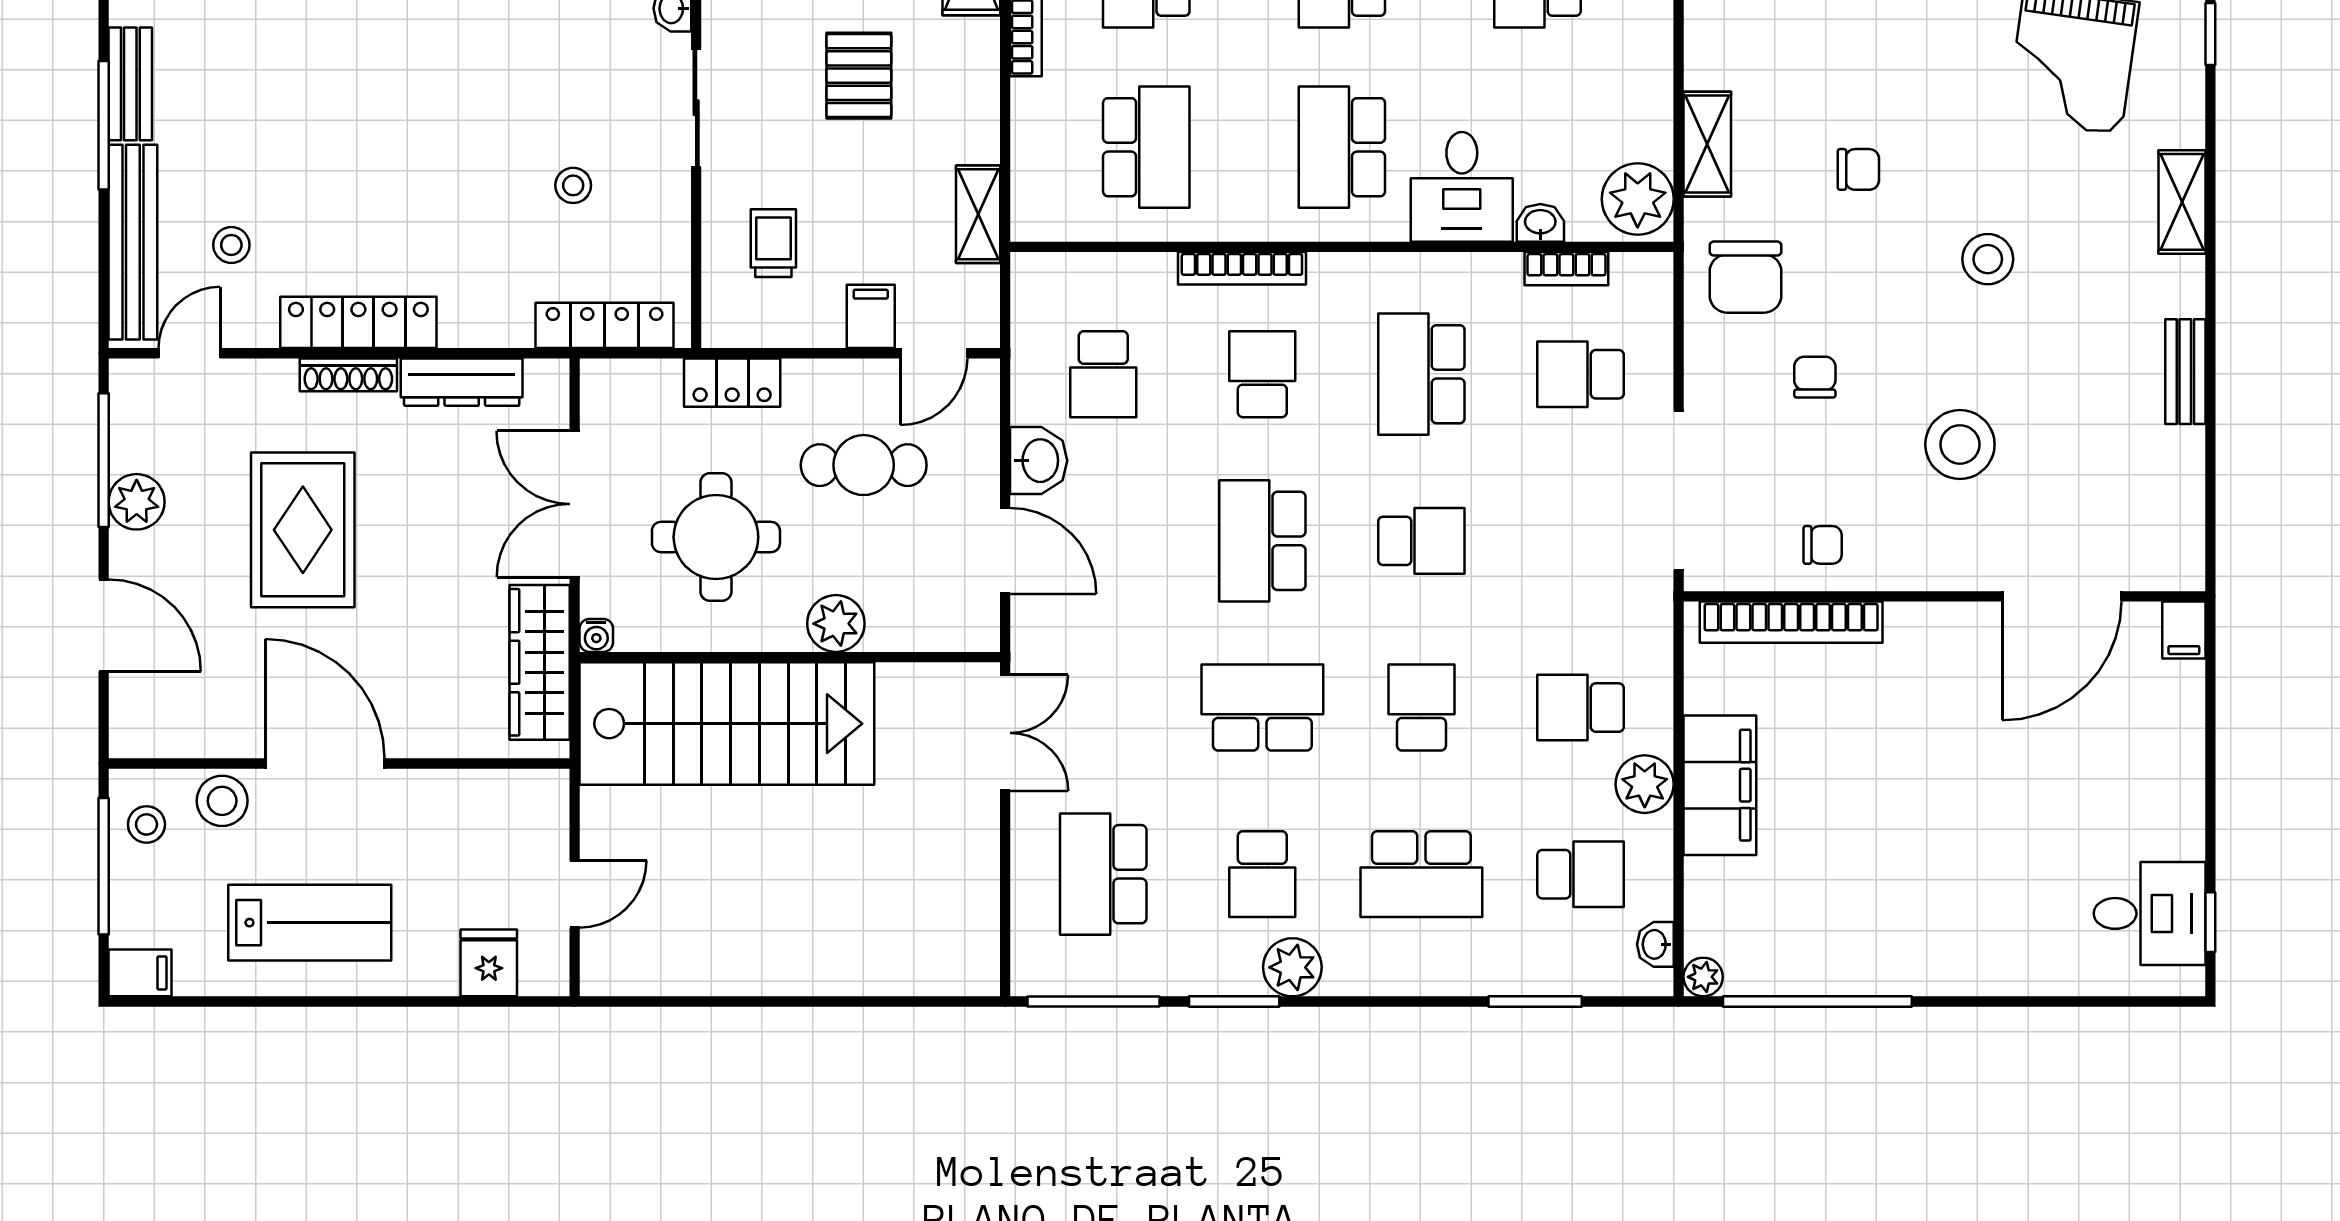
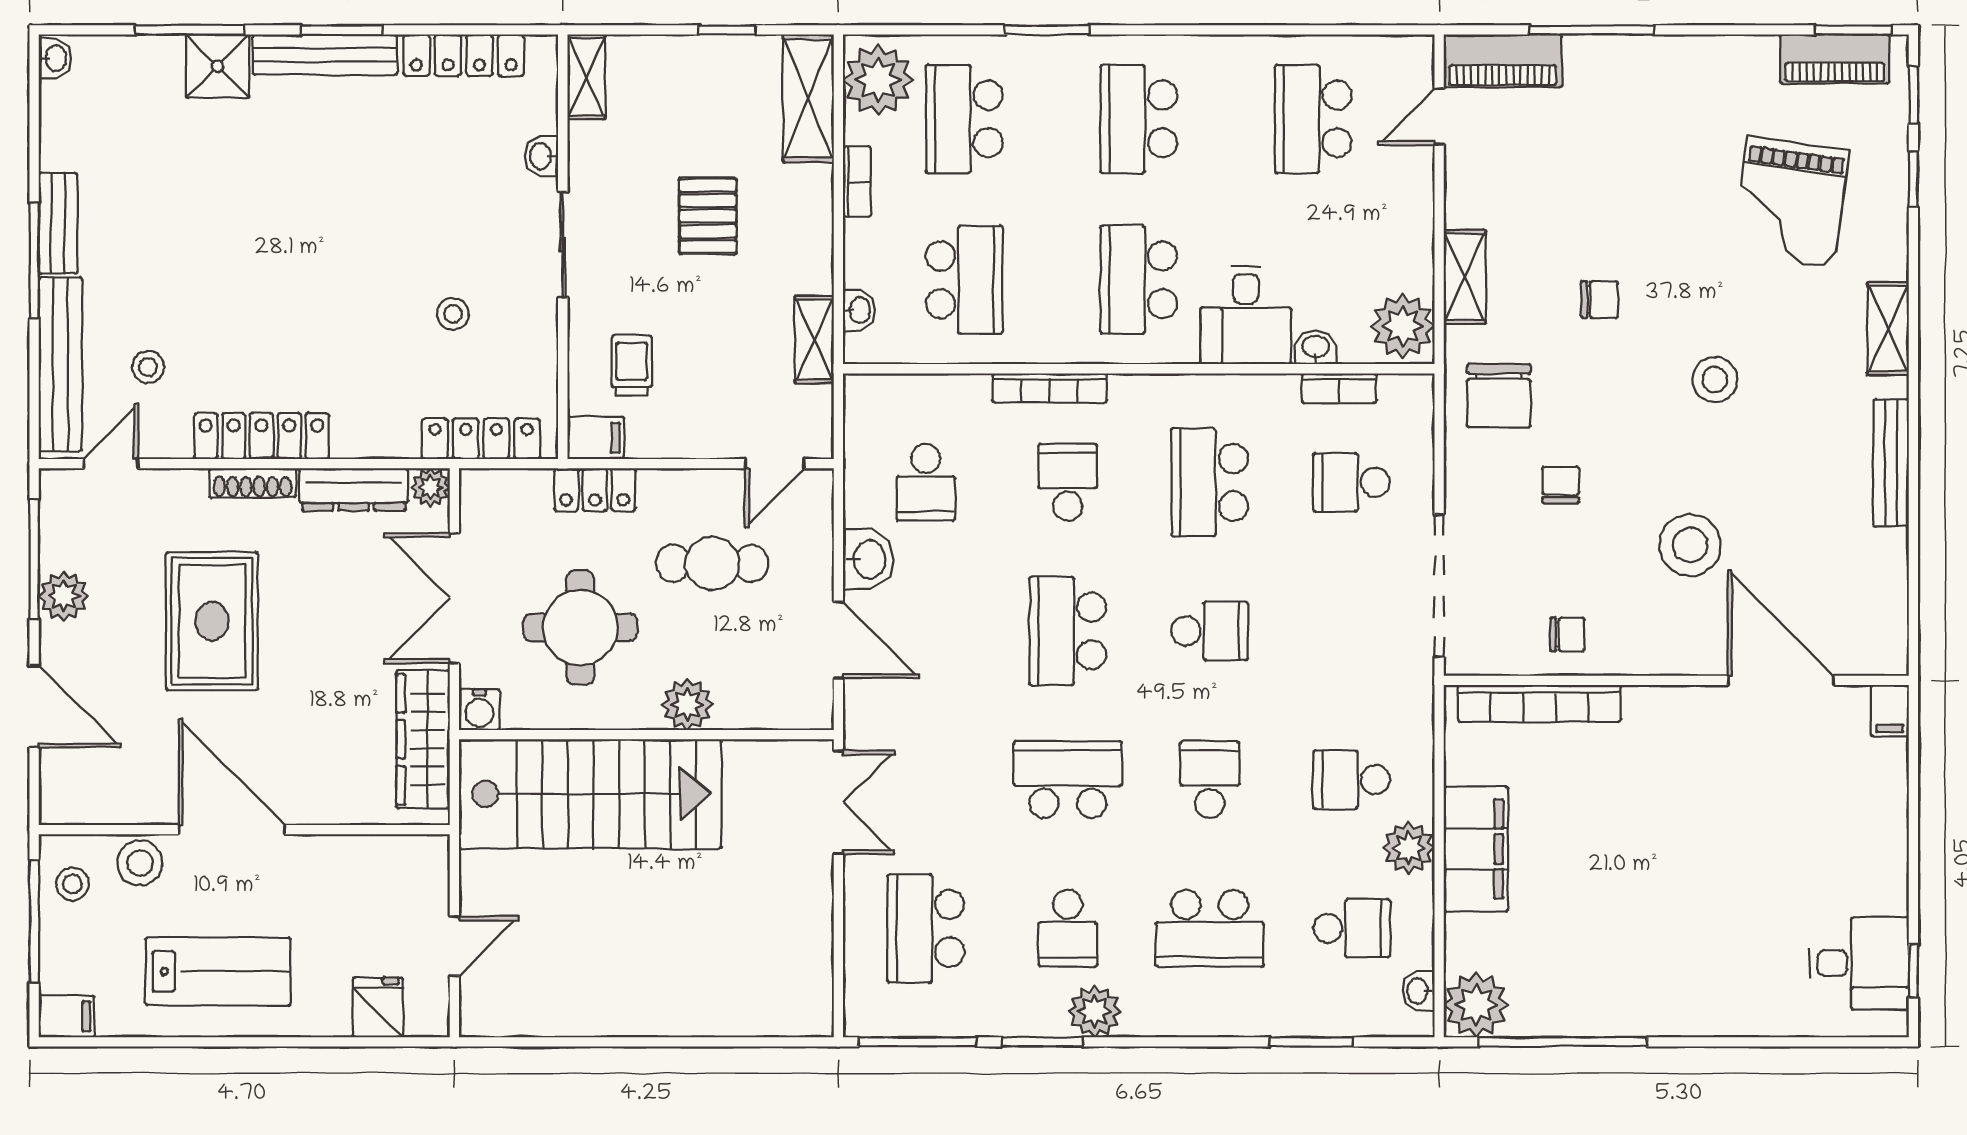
washbasin: (1028, 181) -> (859, 310), added
filing cabinet: (871, 316) -> (596, 438), moved, turned 90
bench: (2185, 372) -> (1891, 463), width x1.36
plant: (548, 380) -> (431, 487), added
door: (2062, 596) -> (1781, 680), swing flipped
water cooler: (596, 635) -> (479, 710), width x1.38, depth x1.38
plant: (1703, 977) -> (1476, 1005), width x1.88, depth x1.88

